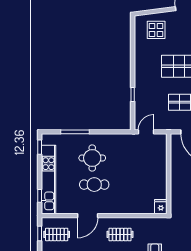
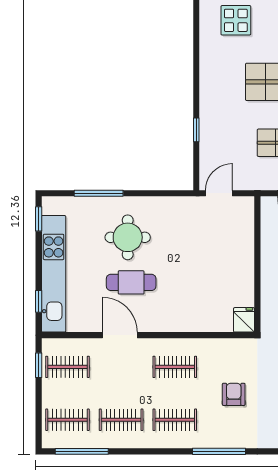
door: (88, 216) -> (120, 335), swing flipped

